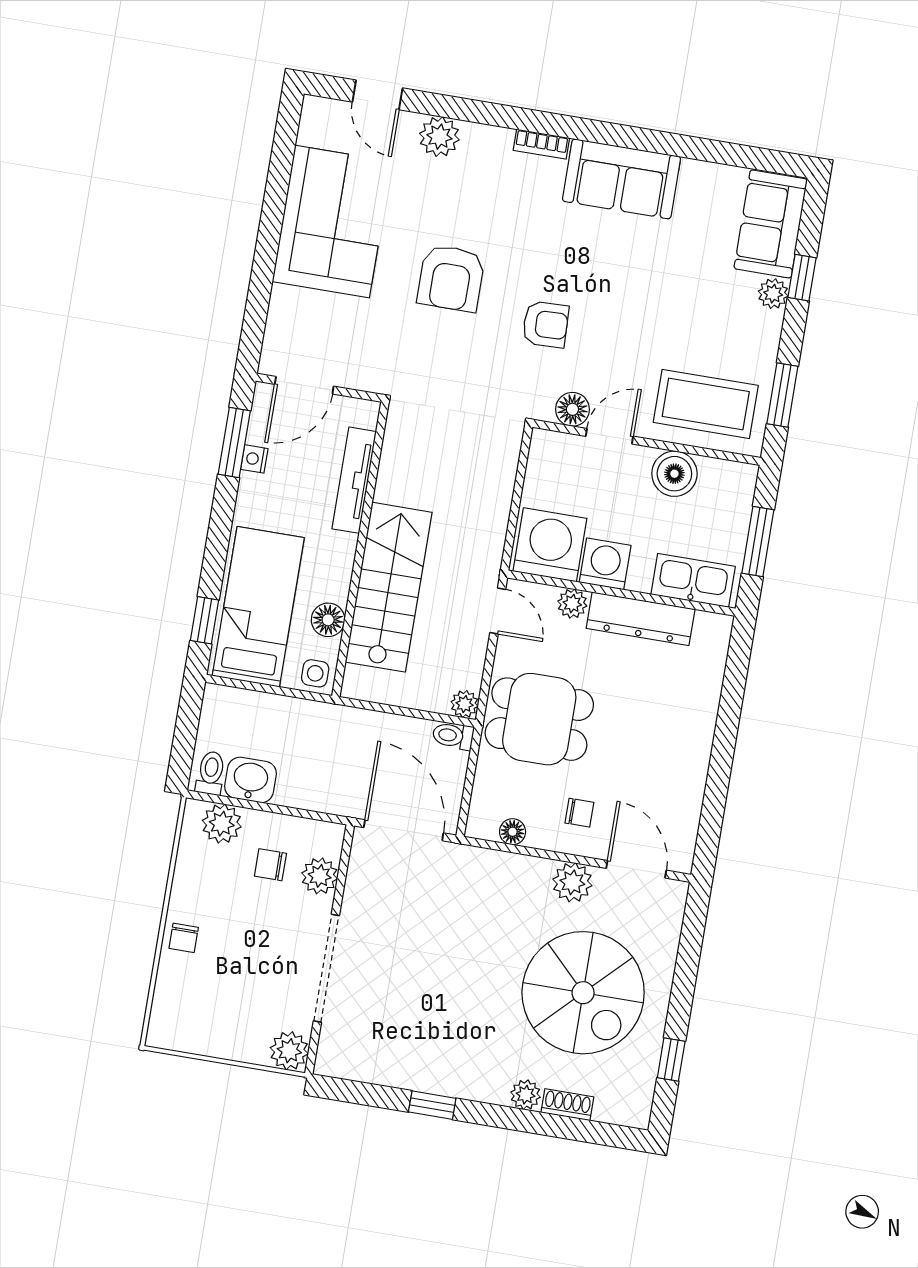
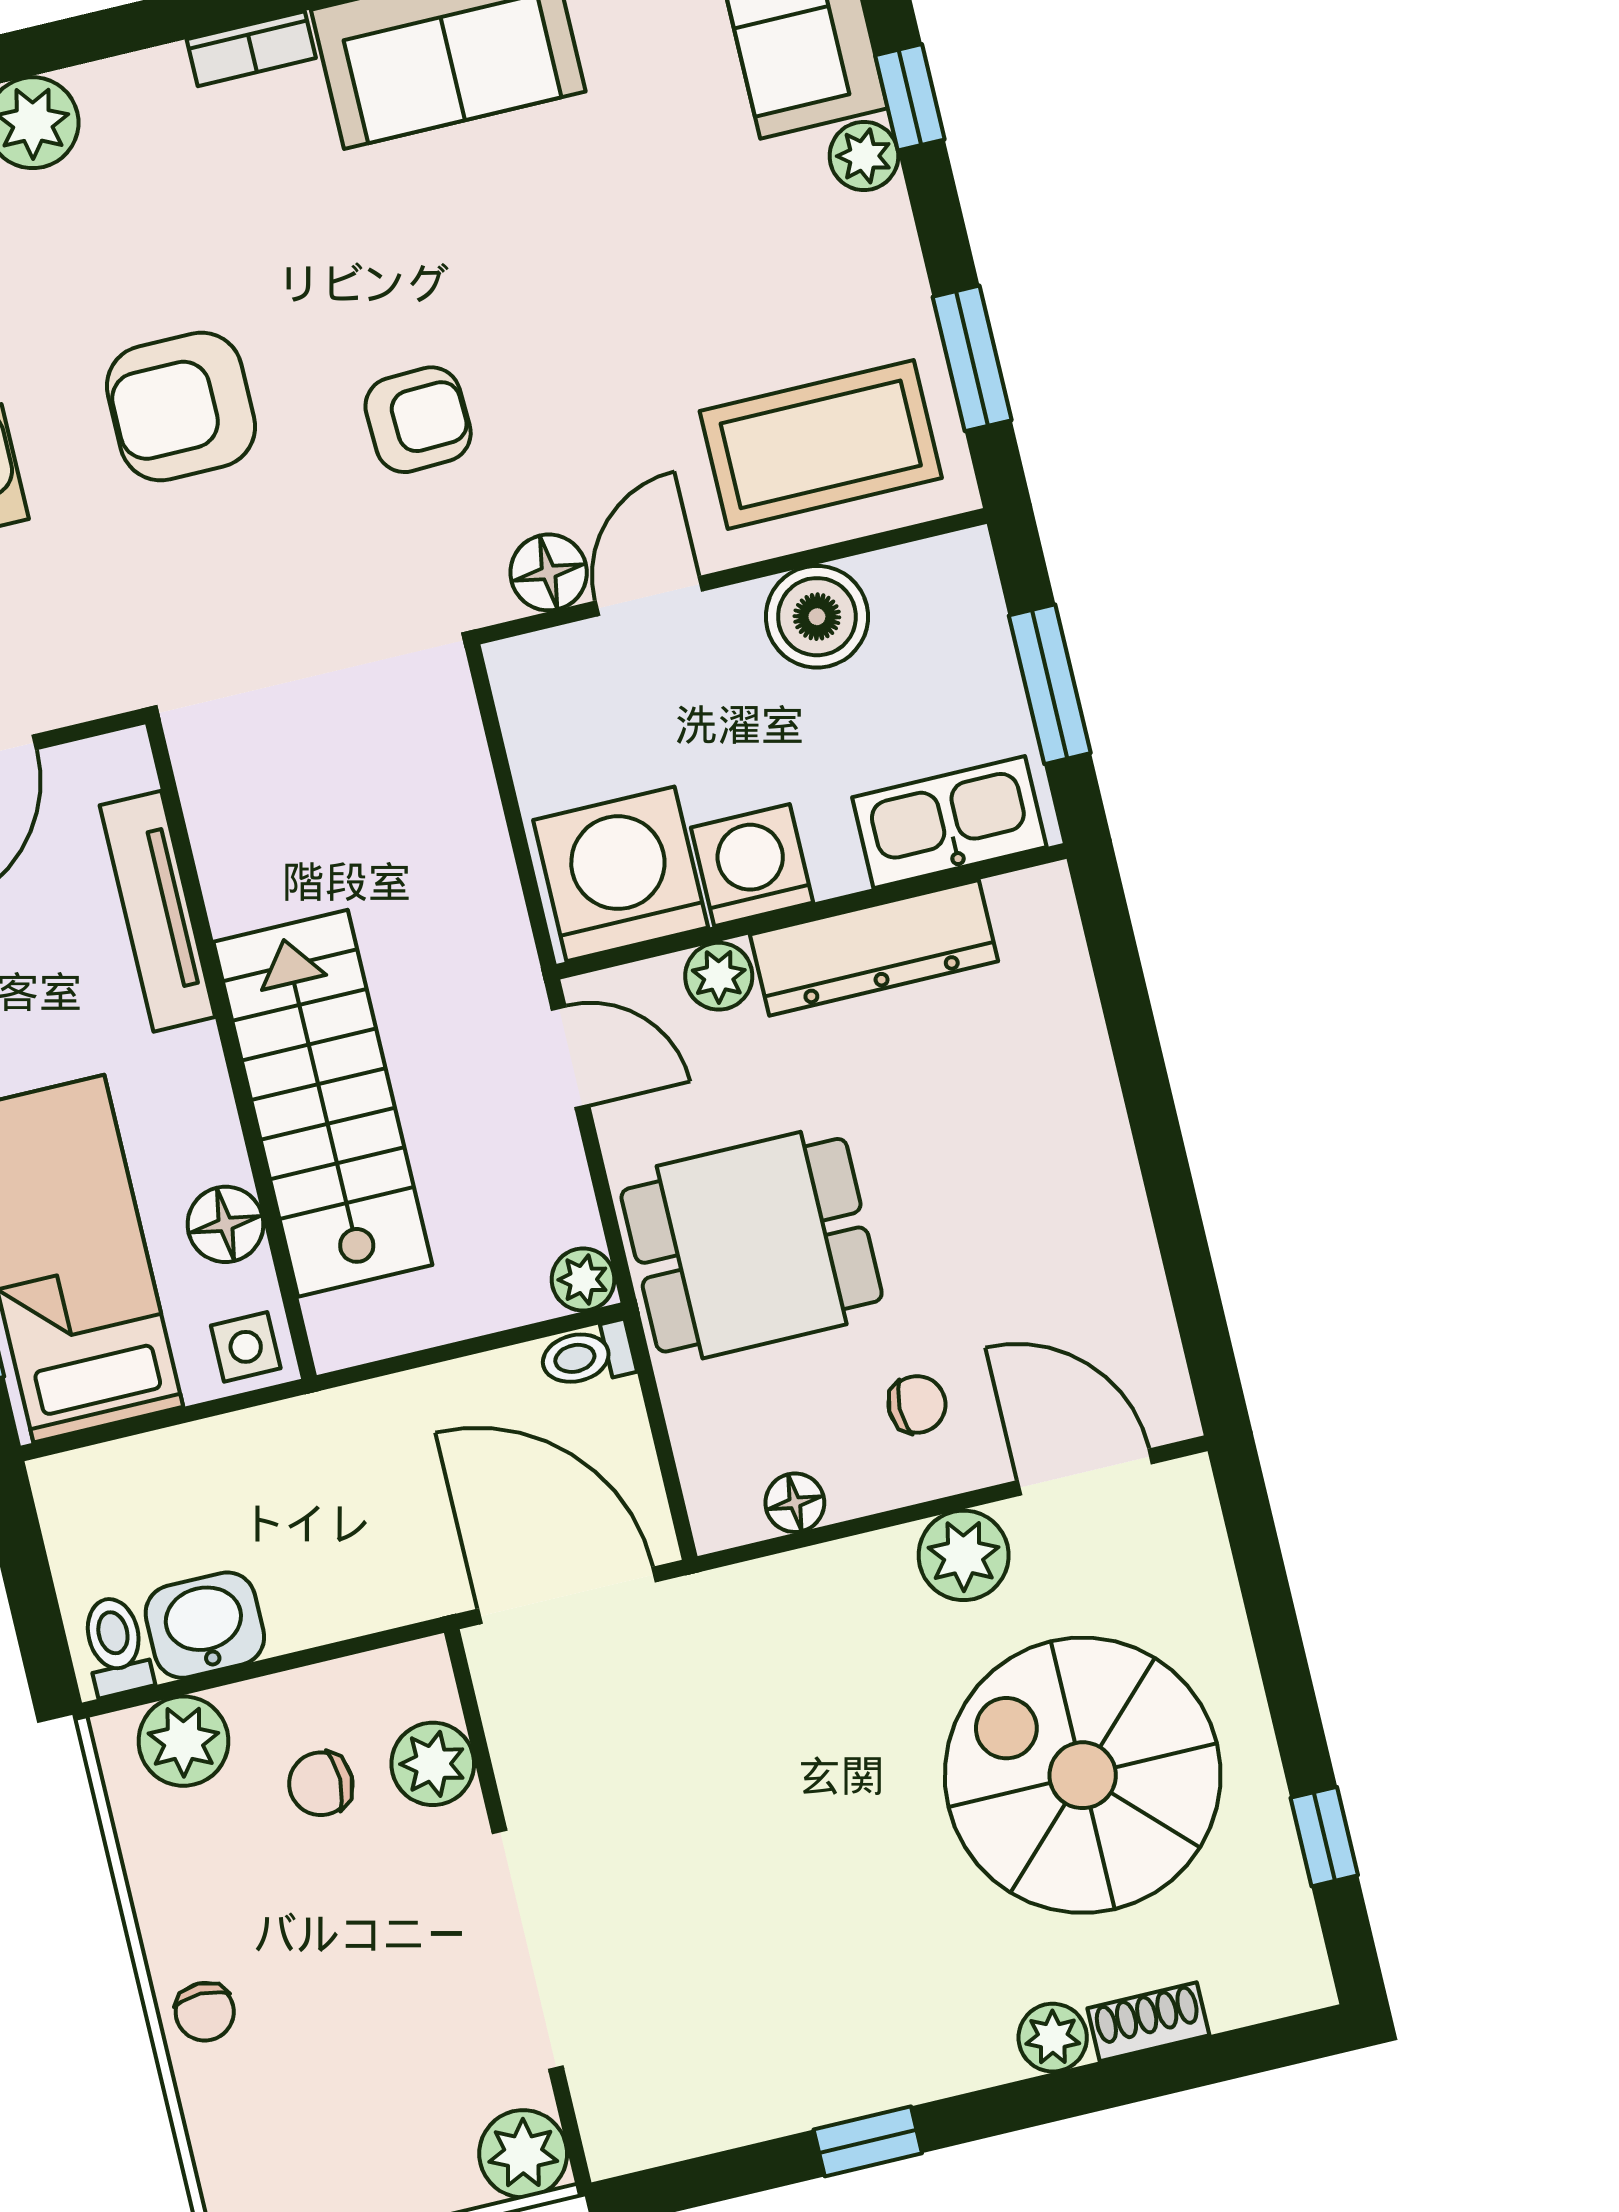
armchair: (451, 278) -> (181, 406), turned 90
spiral stairs: (583, 993) -> (1083, 1775), turned 180

